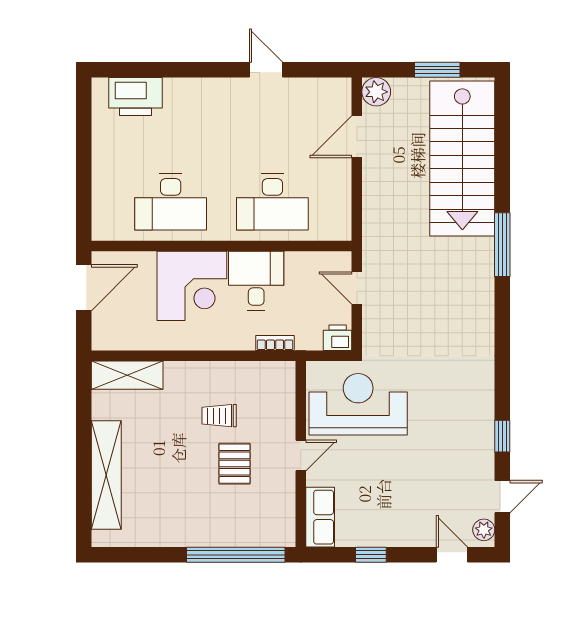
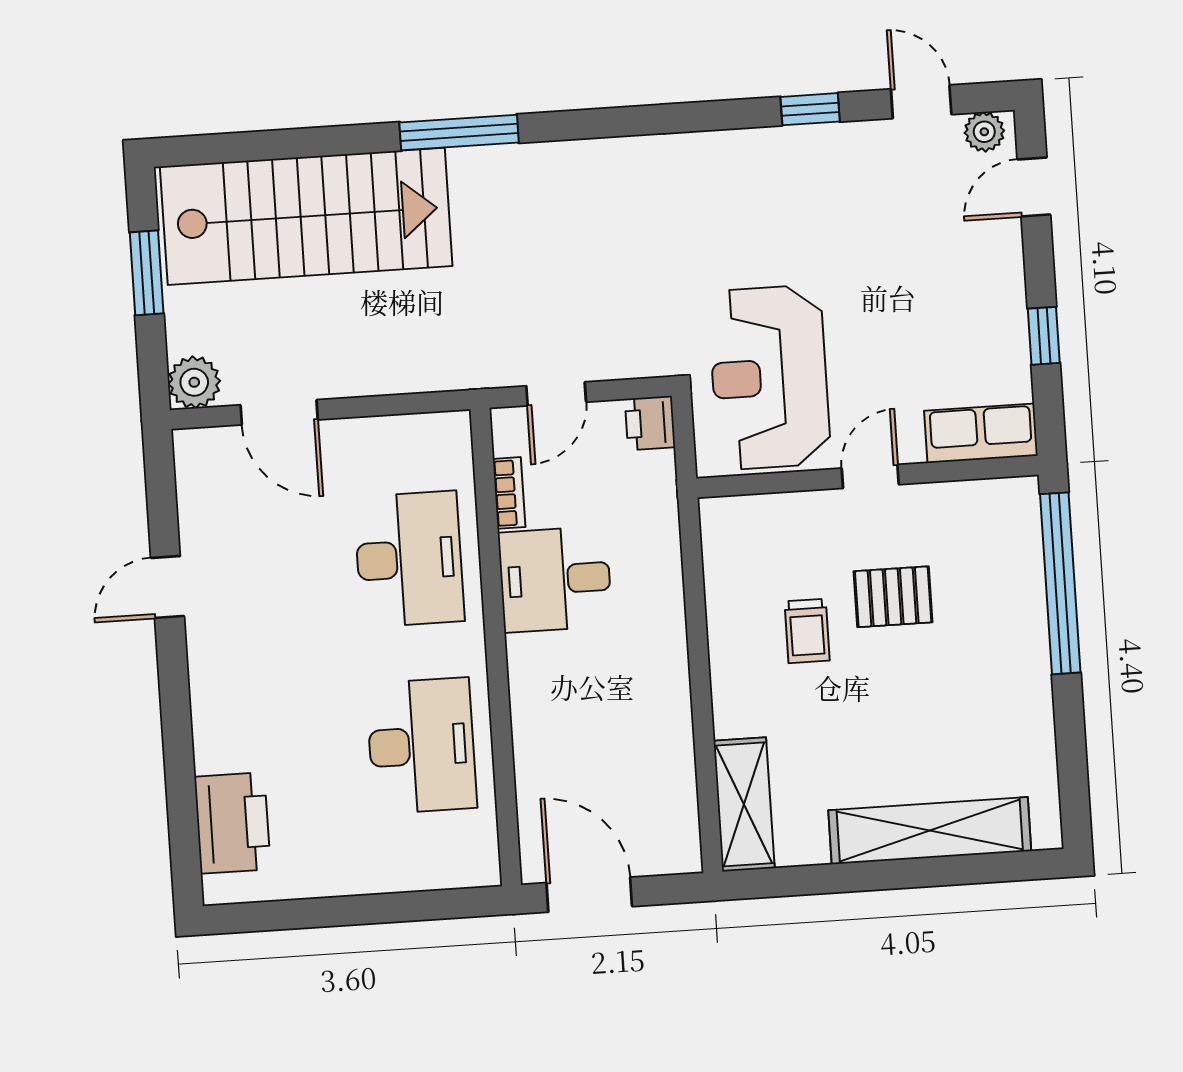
corner desk: (192, 286) -> (572, 696), removed
bookcase: (275, 343) -> (509, 493), moved, turned 180
door: (301, 455) -> (870, 476), hinge flipped

